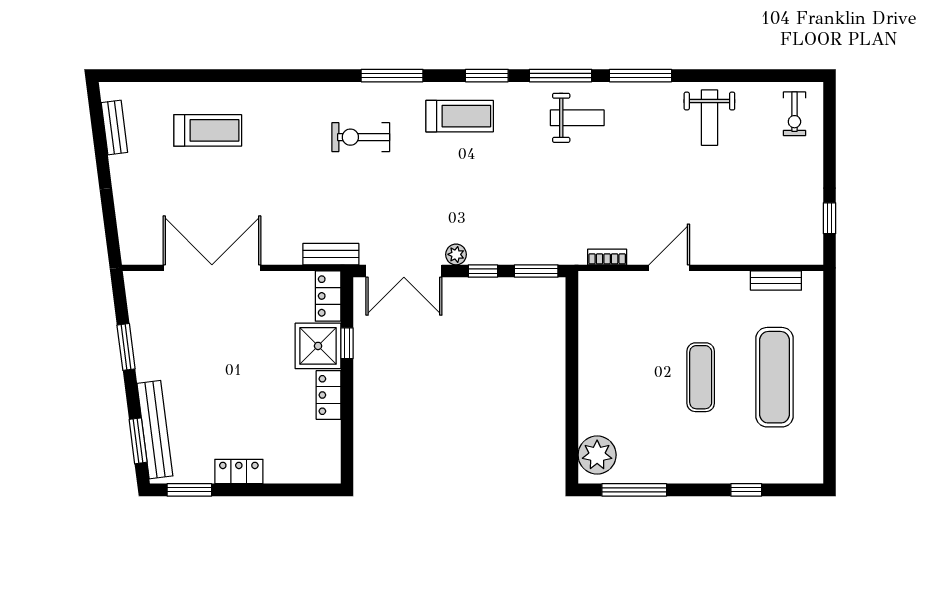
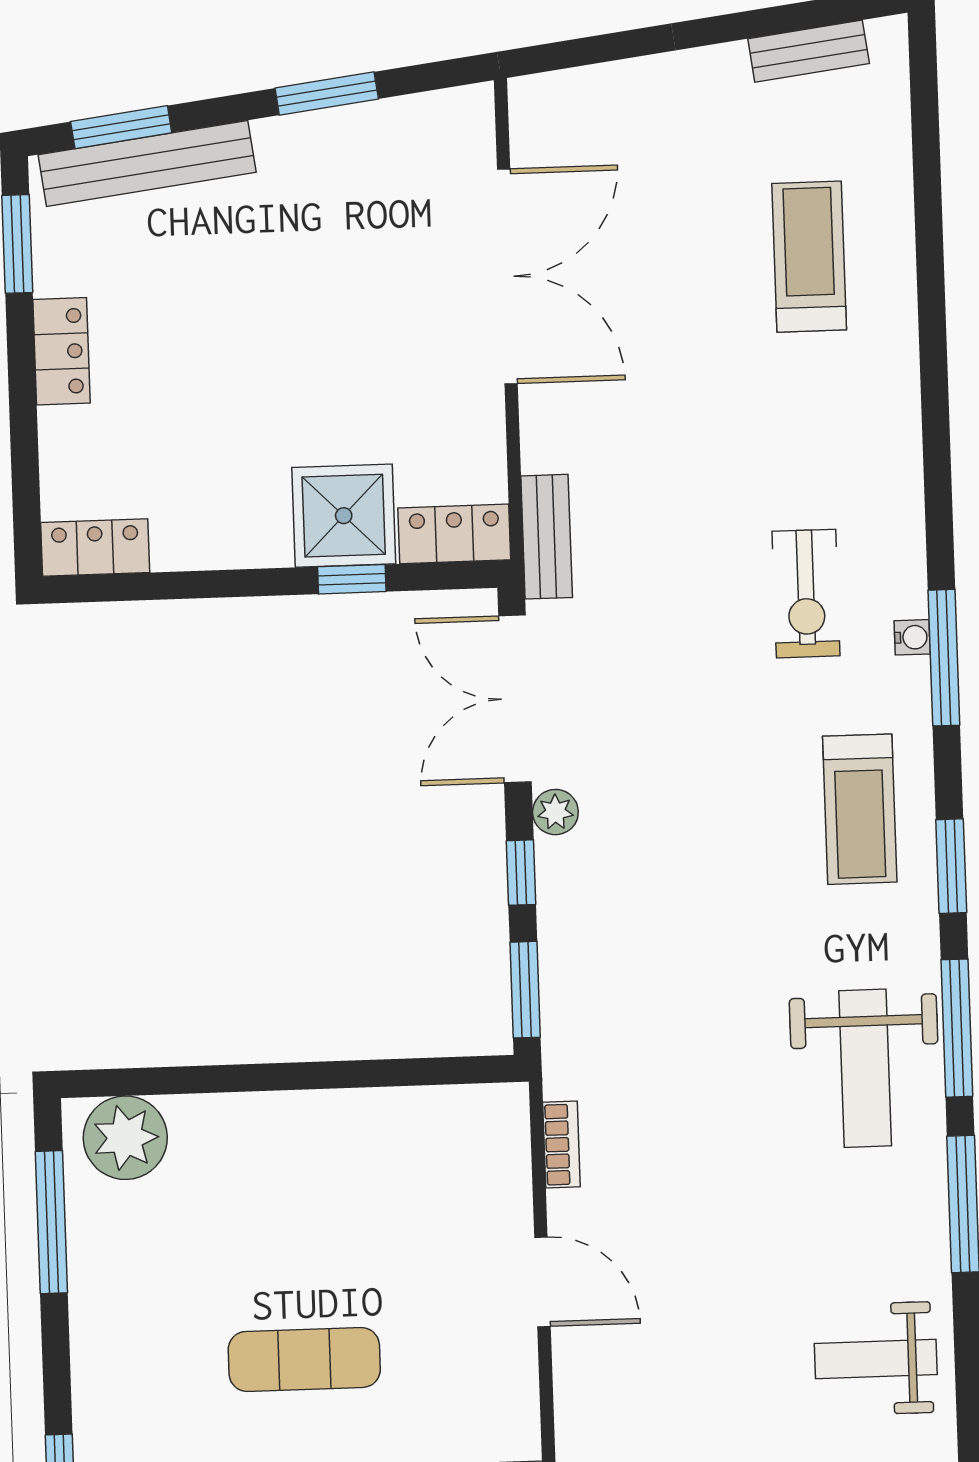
water cooler: (382, 90) -> (912, 637), added
weight bench: (577, 118) -> (865, 1068), width x1.36, depth x1.33
treadmill: (208, 130) -> (809, 257), turned 180
exercise bike: (361, 137) -> (806, 594), turned 180
locker: (328, 395) -> (95, 547), moved

